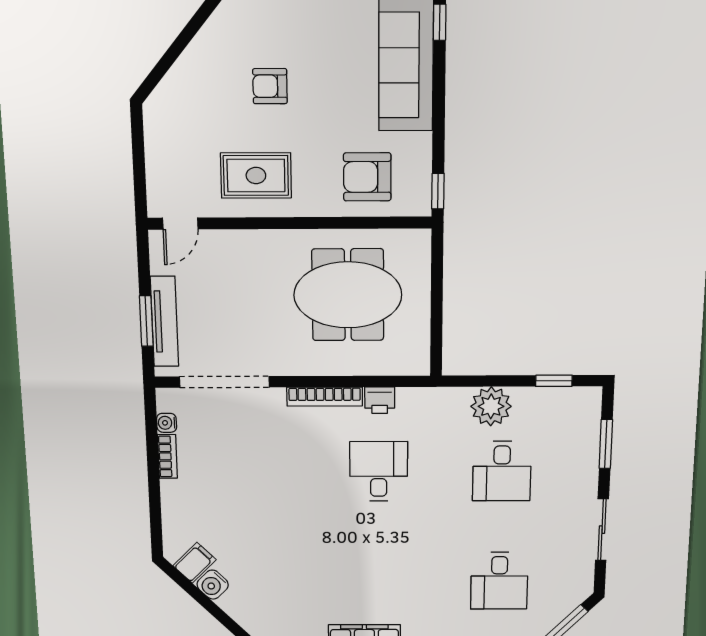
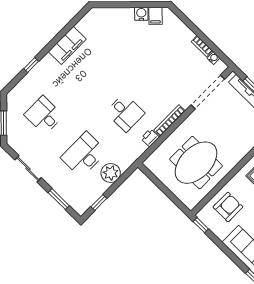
desk: (502, 471) -> (84, 155), width x1.37

